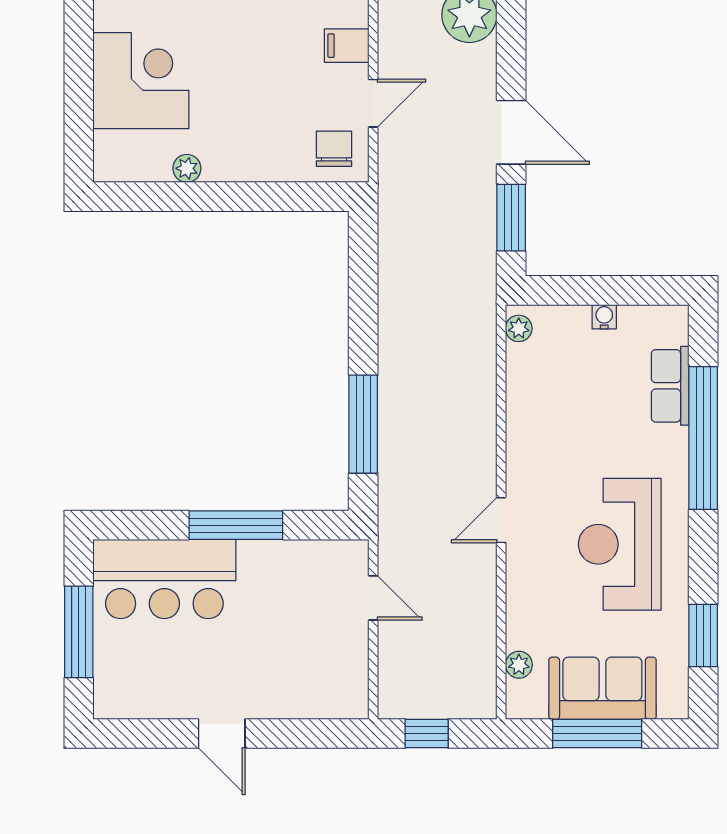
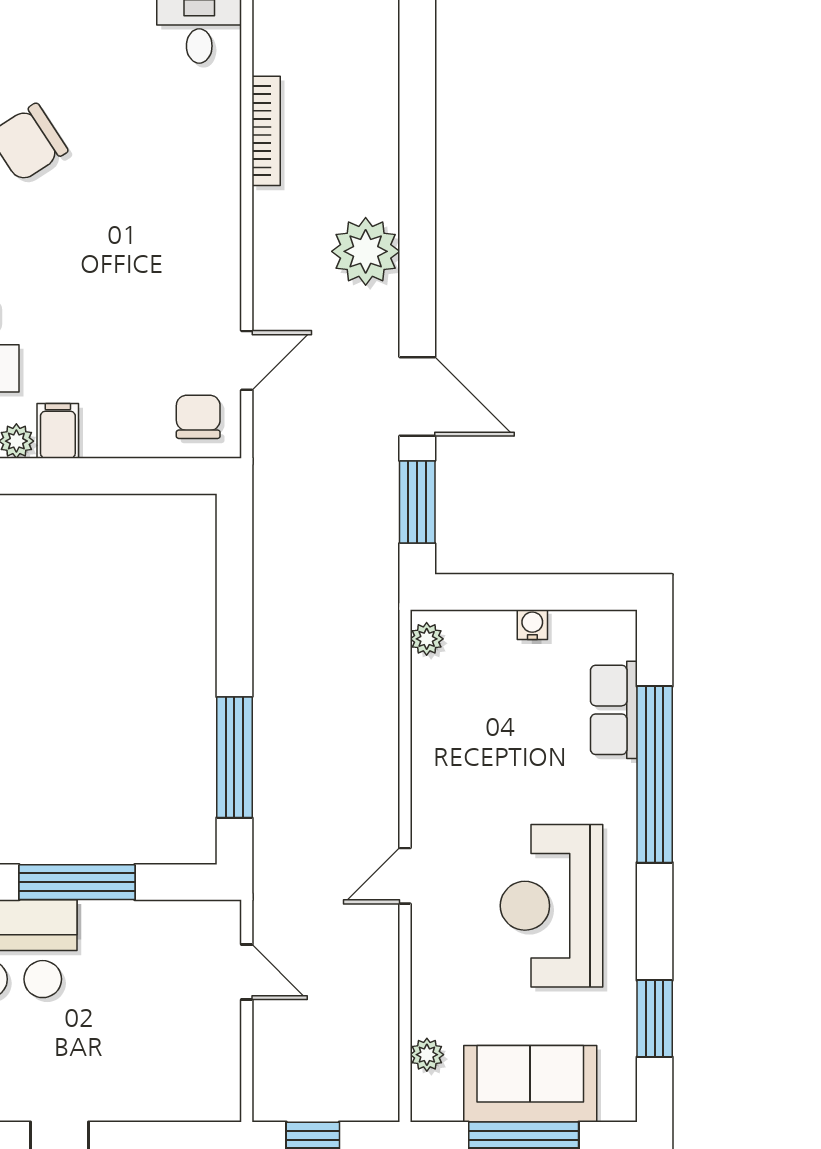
filing cabinet: (347, 46) -> (58, 431), moved, turned 90

